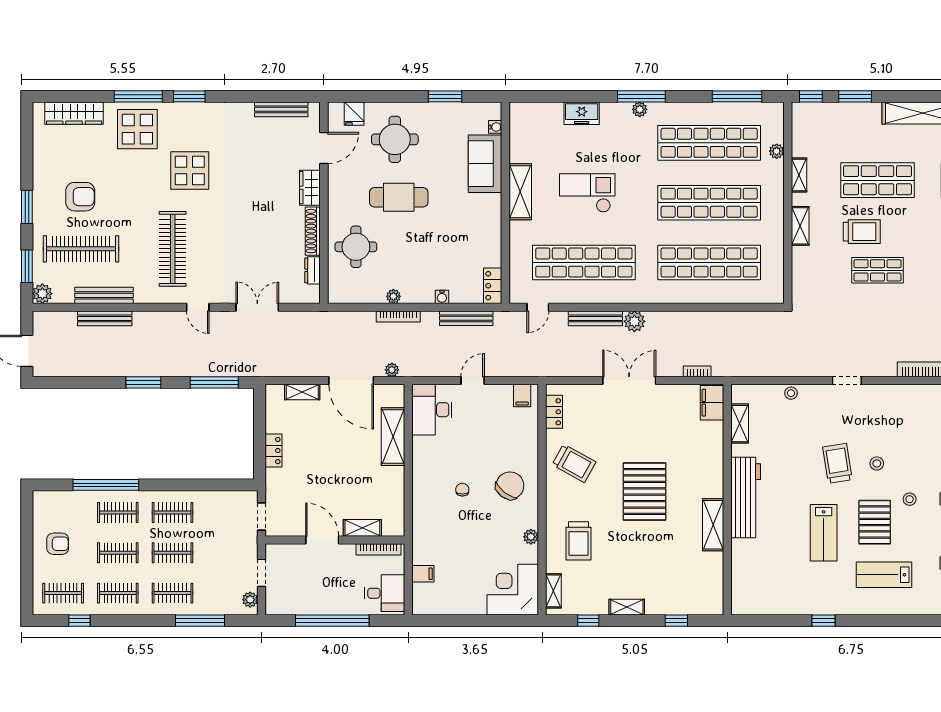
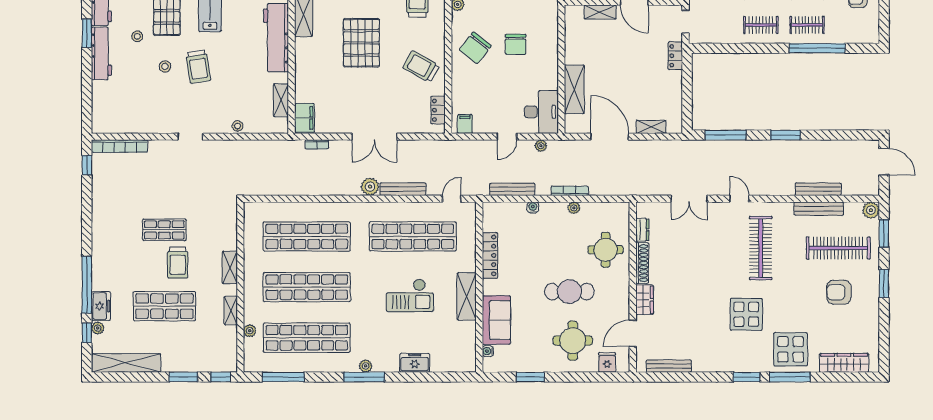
trolley: (862, 232) -> (178, 263), turned -90
locker: (493, 286) -> (490, 255), moved, width x1.53
plant: (392, 370) -> (541, 146), moved
locker: (274, 451) -> (675, 56), moved
chair: (462, 490) -> (516, 44), width x1.87, depth x1.87

